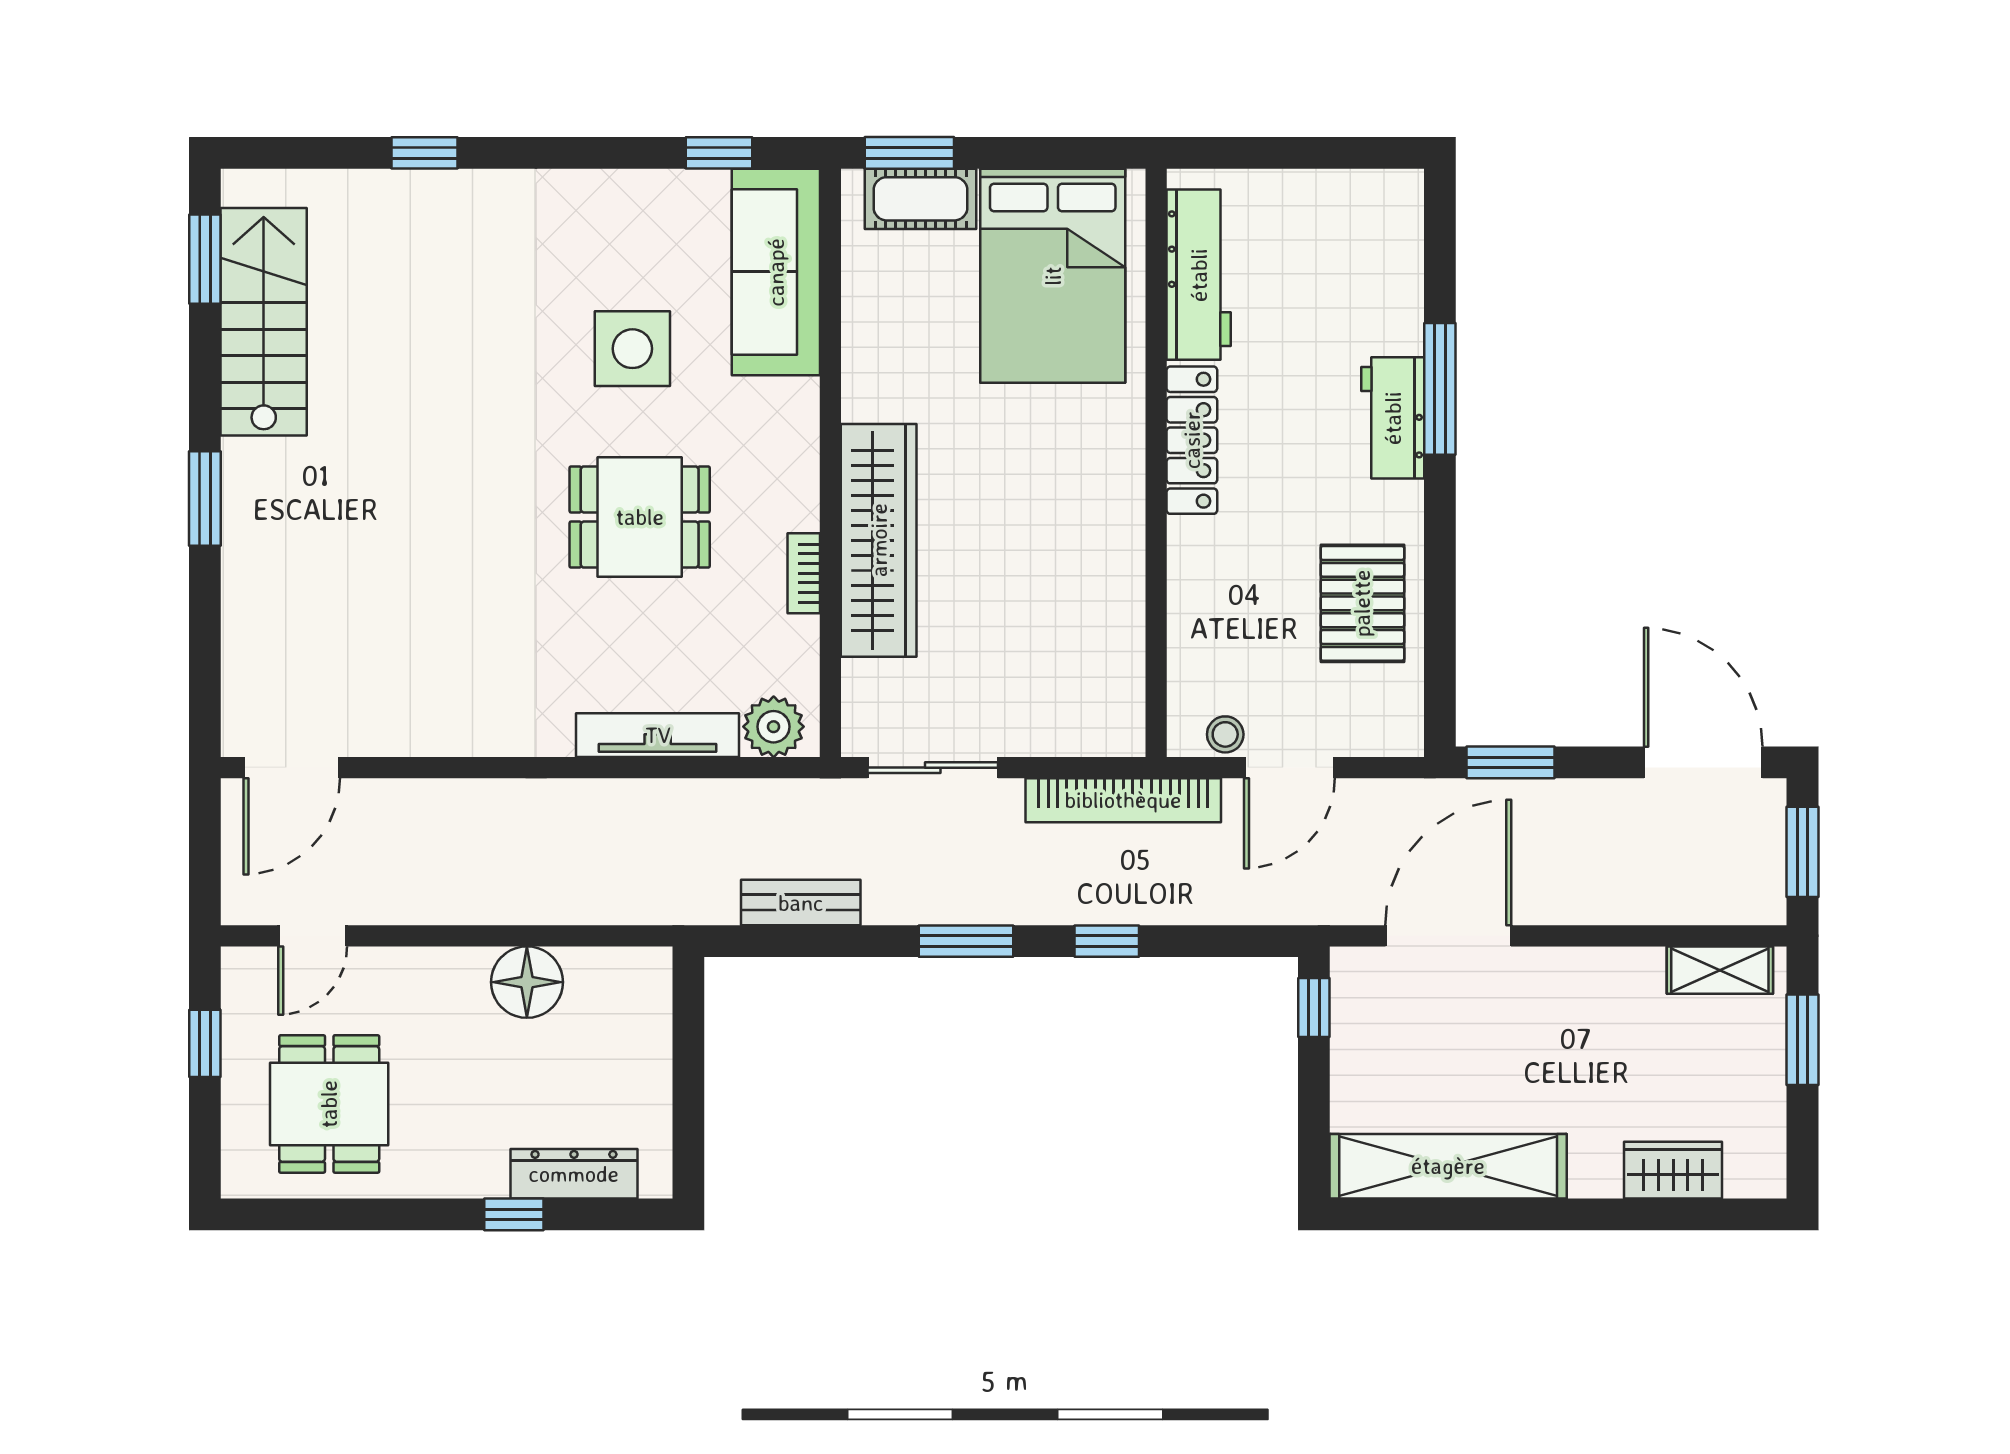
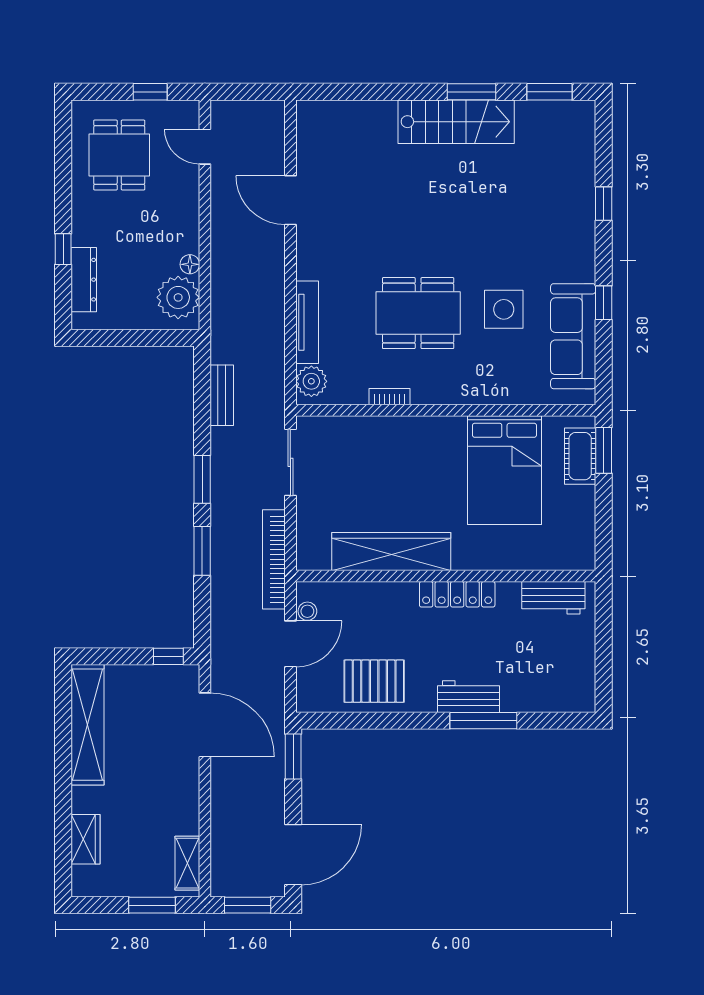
window: (719, 153) -> (604, 303), moved
sofa: (776, 272) -> (573, 336), moved, turned -90
workbench: (1199, 275) -> (553, 598), width x0.73
bed: (1053, 276) -> (504, 470), moved, turned -90
stairs: (264, 322) -> (456, 122), moved
window: (205, 499) -> (471, 92), moved
dining table: (640, 517) -> (418, 313), width x1.38
wardrobe: (879, 540) -> (391, 552), moved, turned 180
door: (292, 768) -> (290, 200), moved
door: (1289, 768) -> (290, 644), swing flipped
window: (1107, 941) -> (202, 551), width x1.50
floor lamp: (527, 982) -> (190, 264), width x0.53, depth x0.53
plant: (609, 988) -> (178, 297), added
dining table: (329, 1104) -> (119, 155), turned 90

